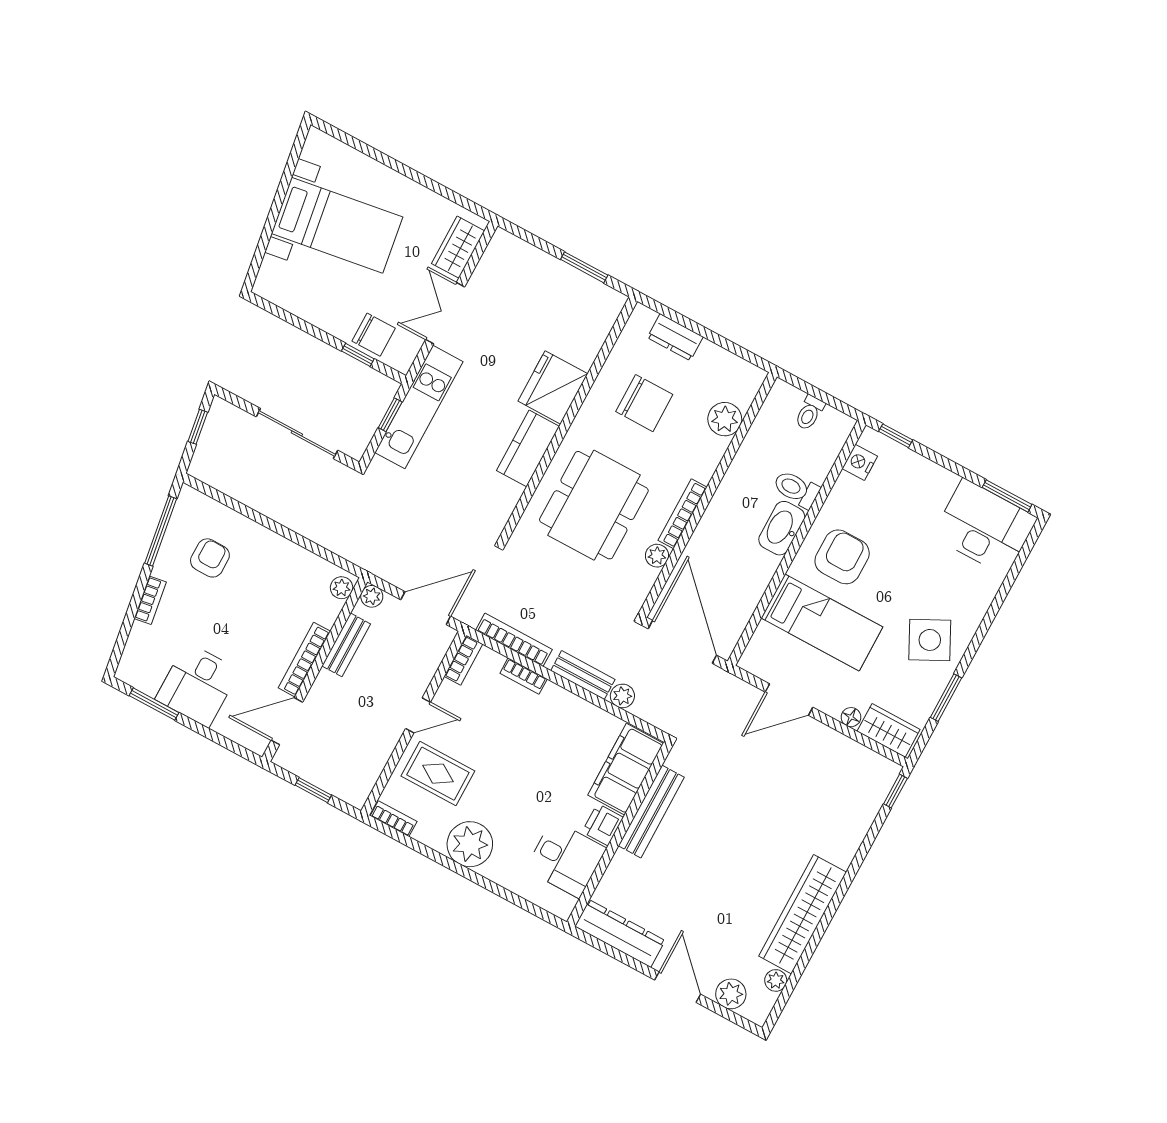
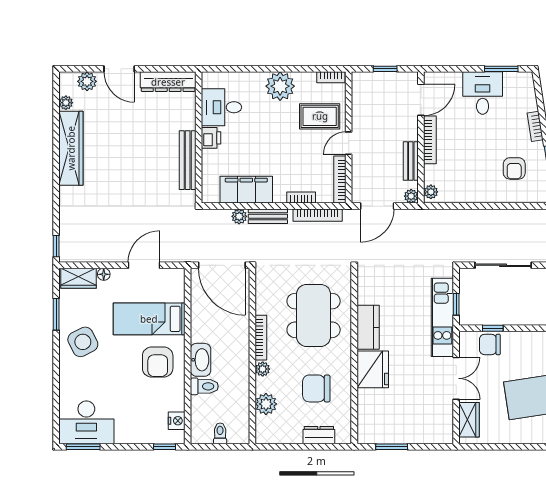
plant: (657, 556) -> (263, 369), moved
bookcase: (463, 660) -> (340, 180), width x1.56
filing cabinet: (626, 769) -> (246, 190), moved, turned -90

